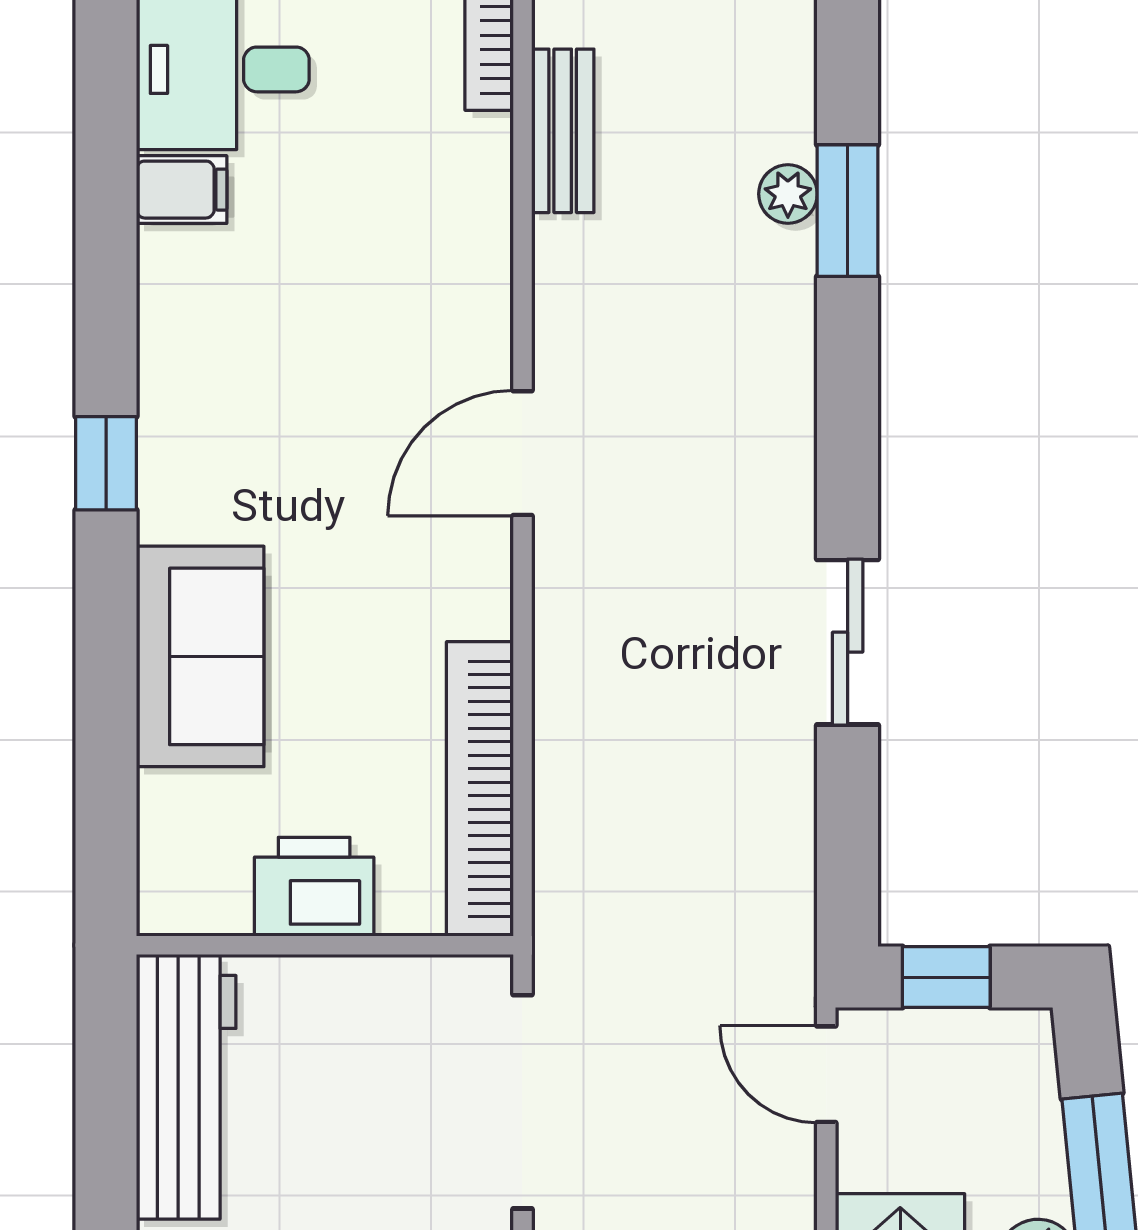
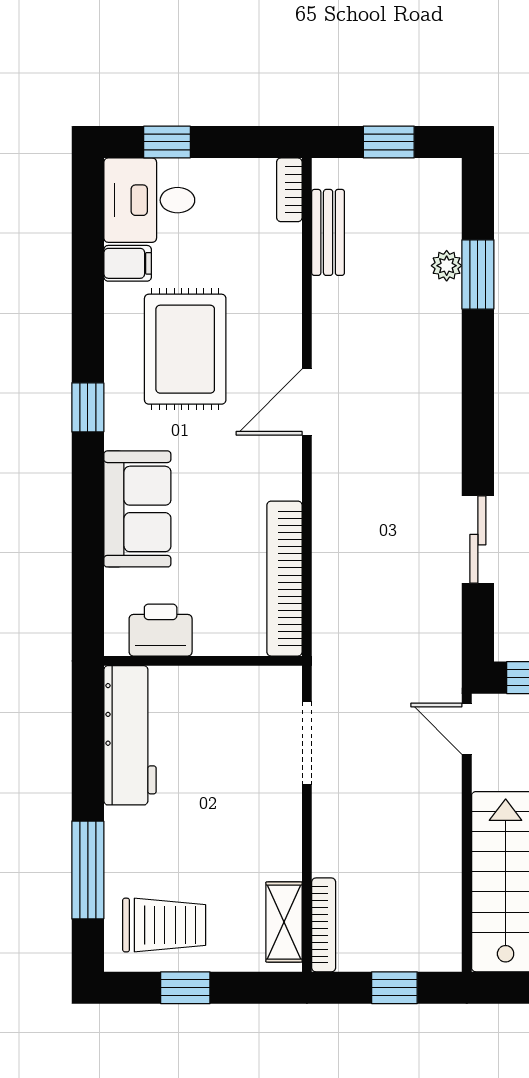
rug: (291, 353) -> (185, 349), added
sliding door: (848, 642) -> (478, 540), moved
printer: (314, 887) -> (161, 630), moved
doorway: (522, 1102) -> (307, 743), width x0.73

